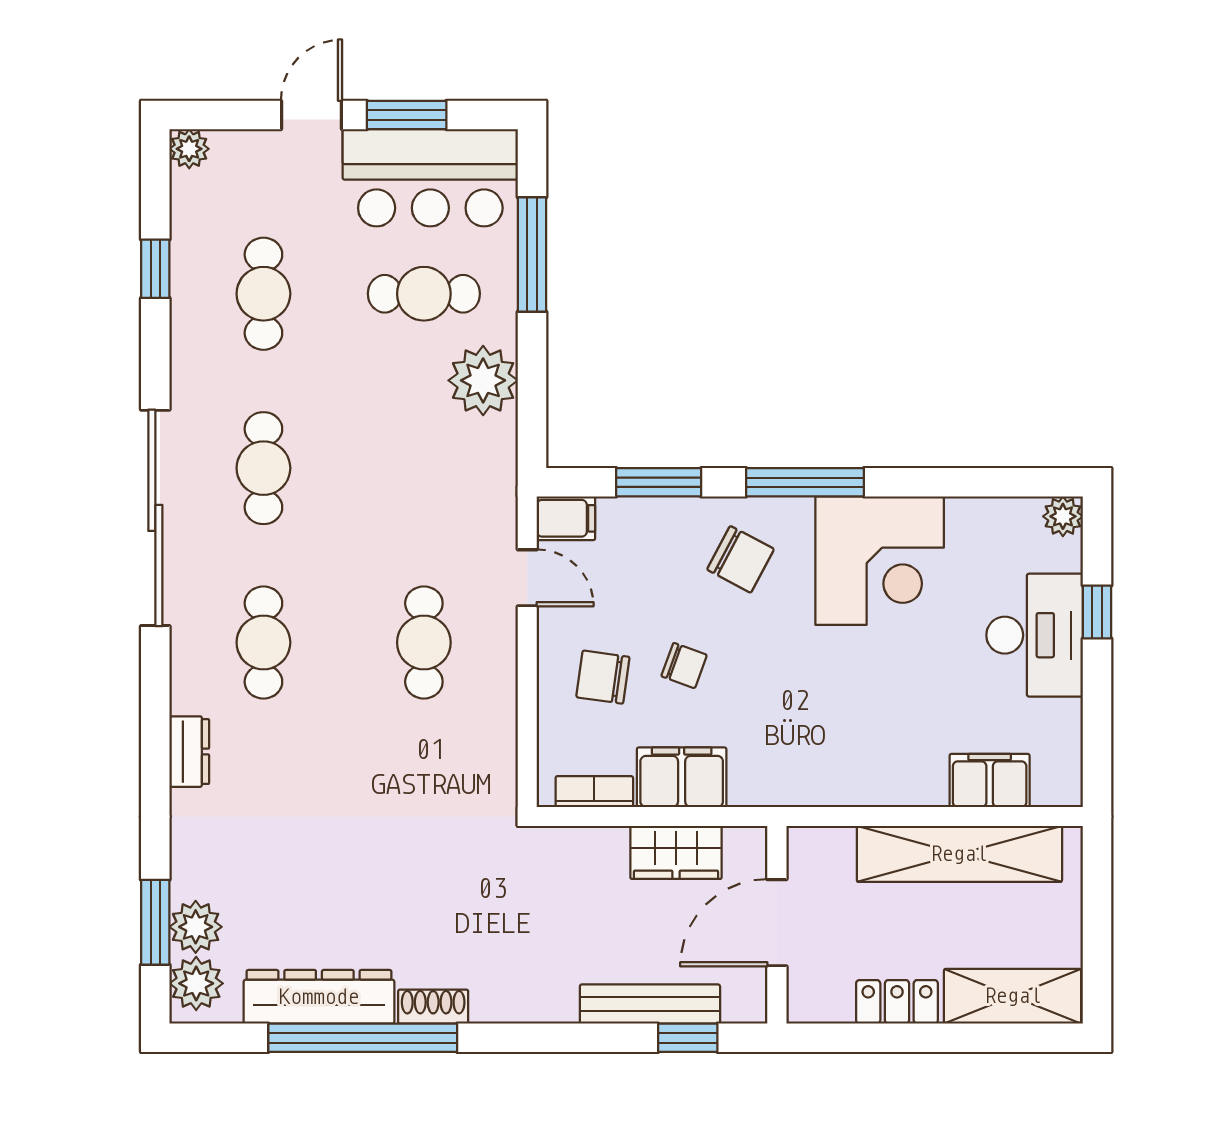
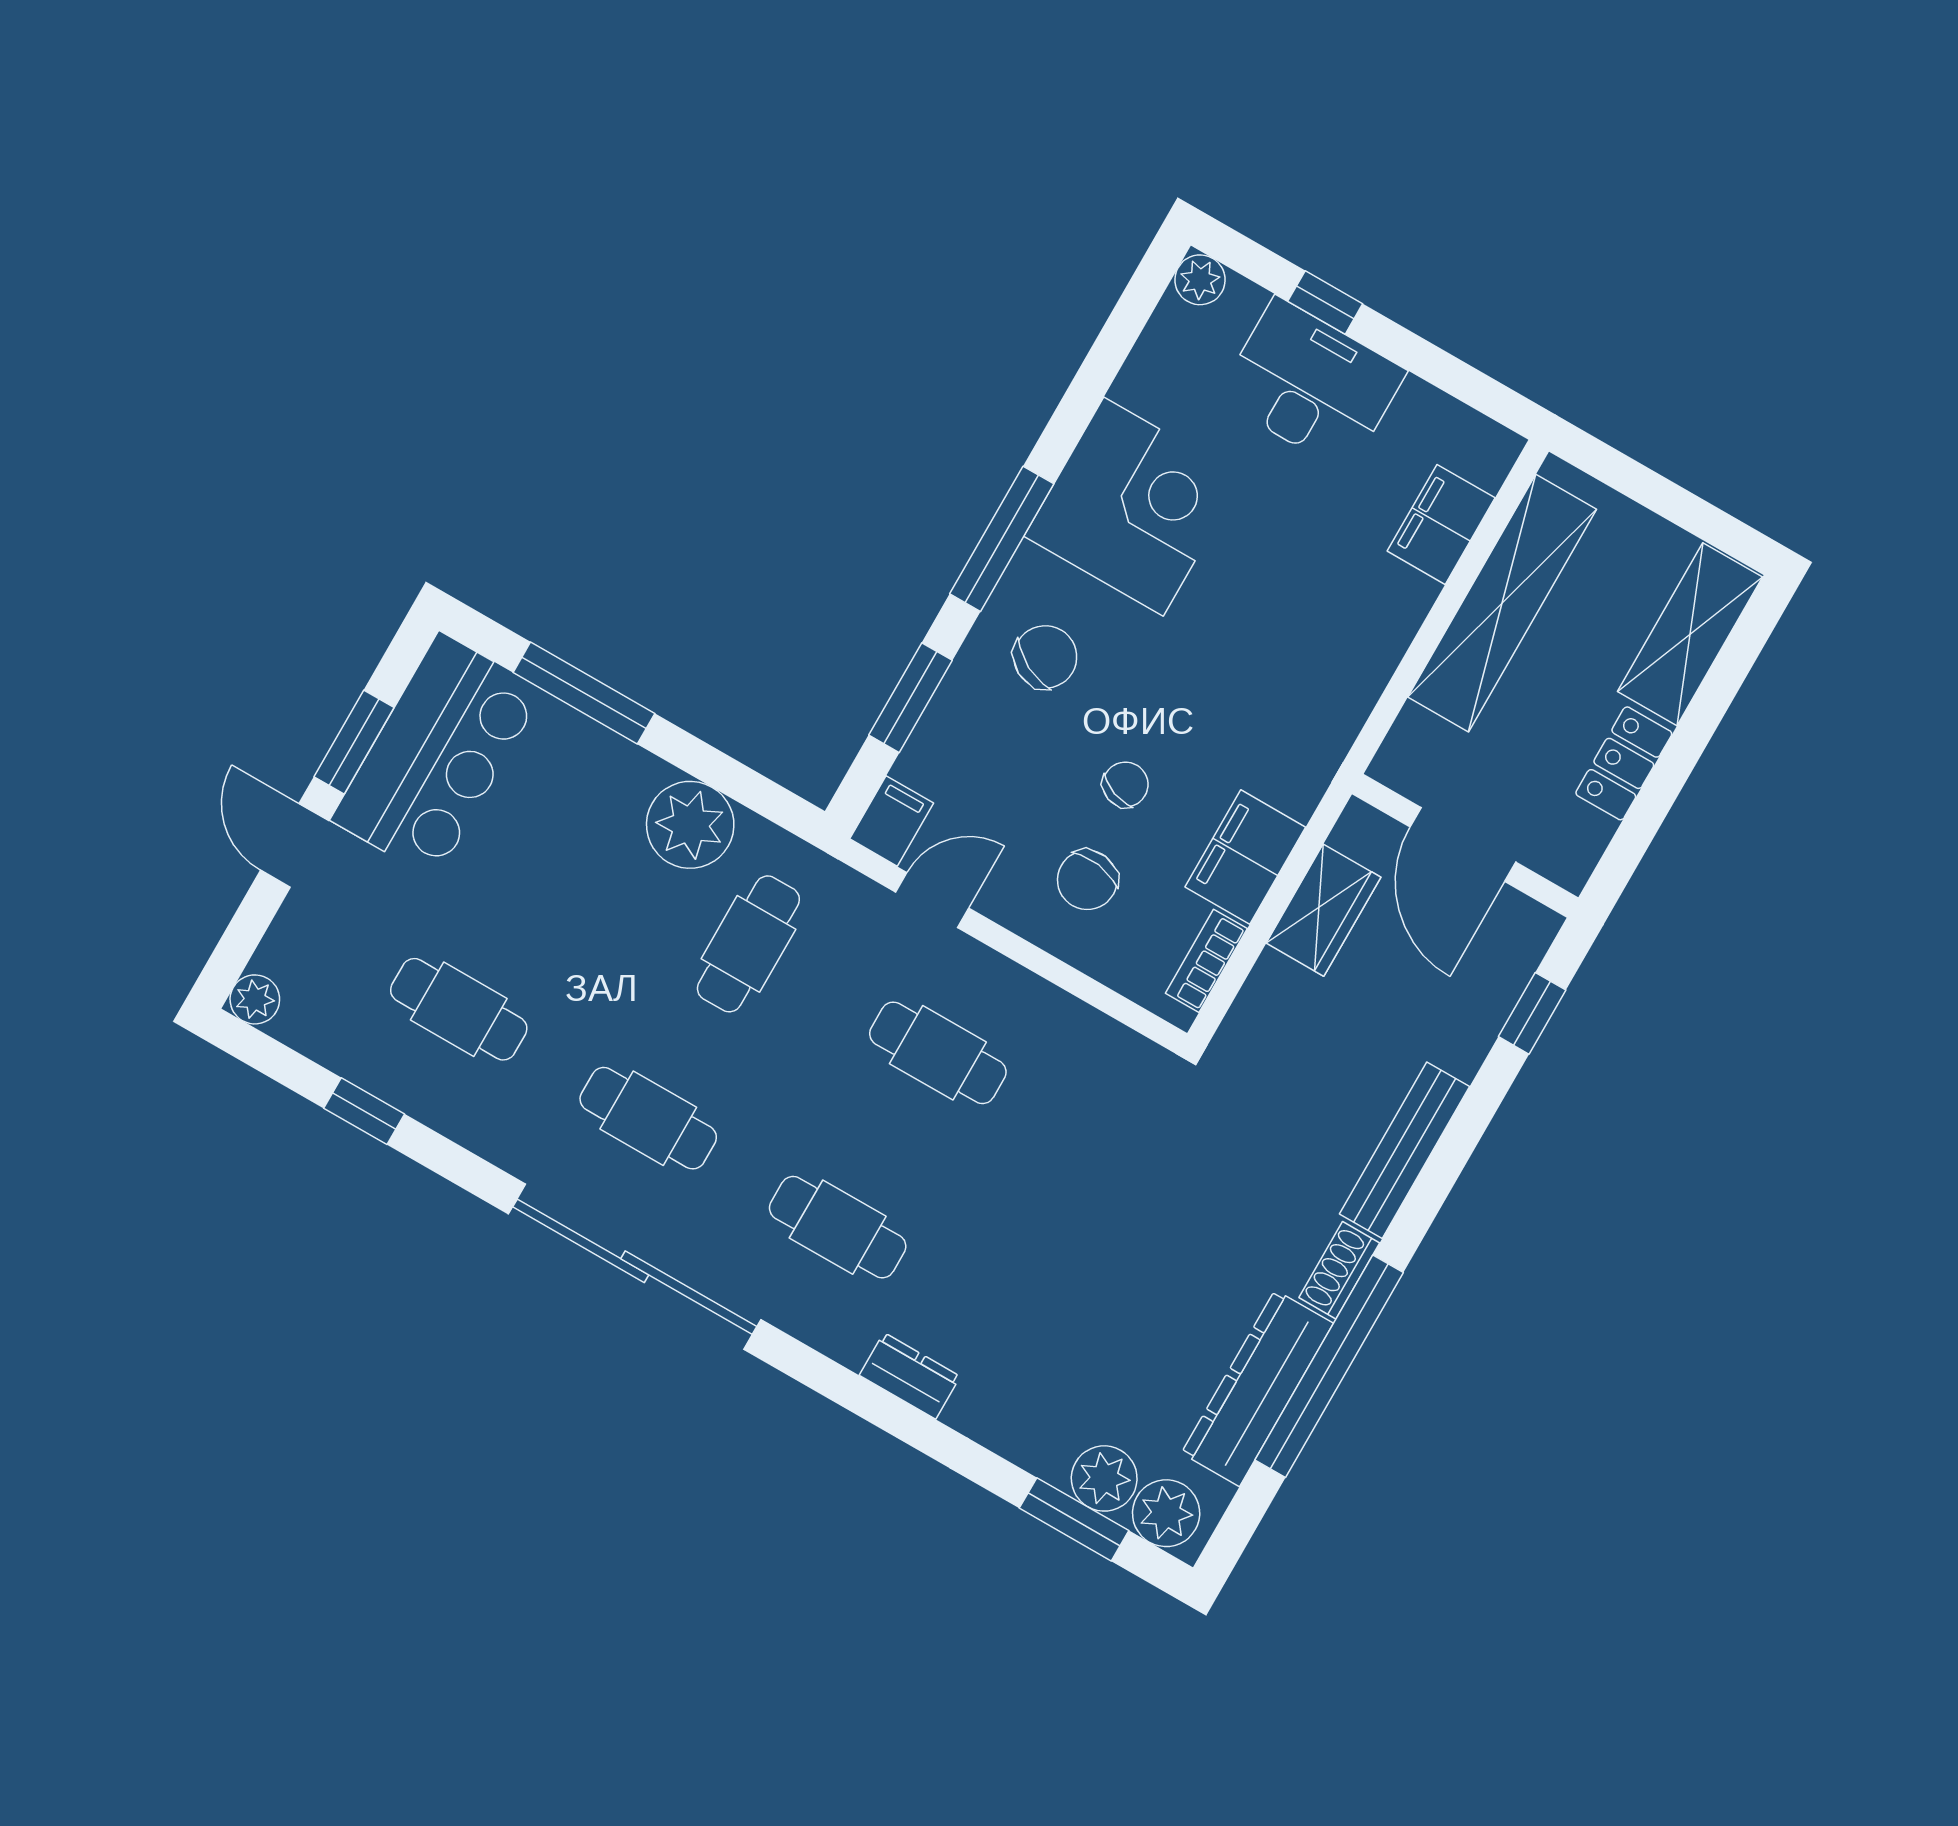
cafe table: (424, 294) -> (748, 944), moved
bench: (650, 1004) -> (1405, 1150), moved

